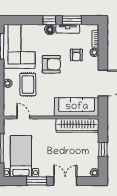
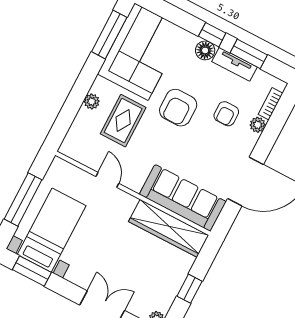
armchair: (51, 64) -> (178, 108), turned 90
door: (23, 117) -> (107, 180), moved
window: (37, 181) -> (32, 271), moved

